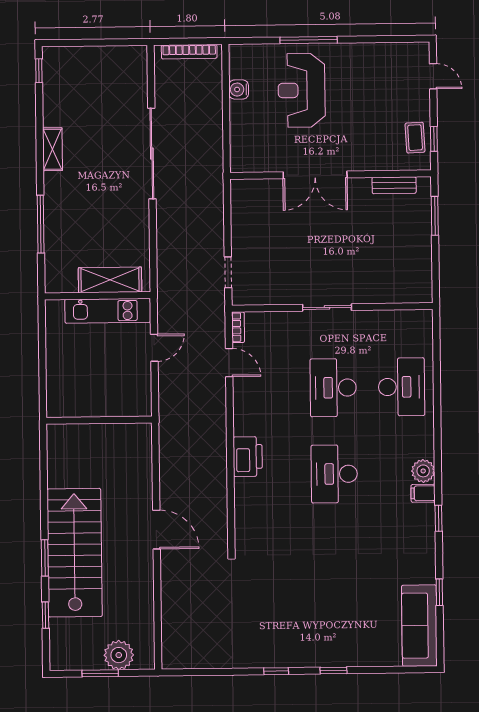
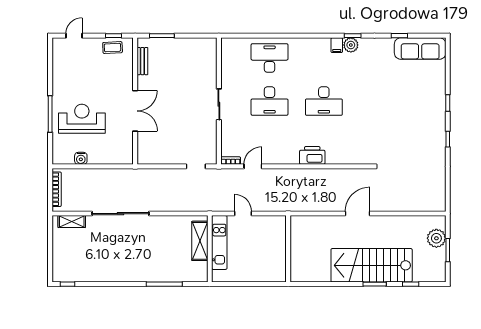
reception desk: (302, 90) -> (82, 119), turned 180
shelving: (53, 149) -> (72, 222), moved
plant: (423, 471) -> (351, 45), moved

